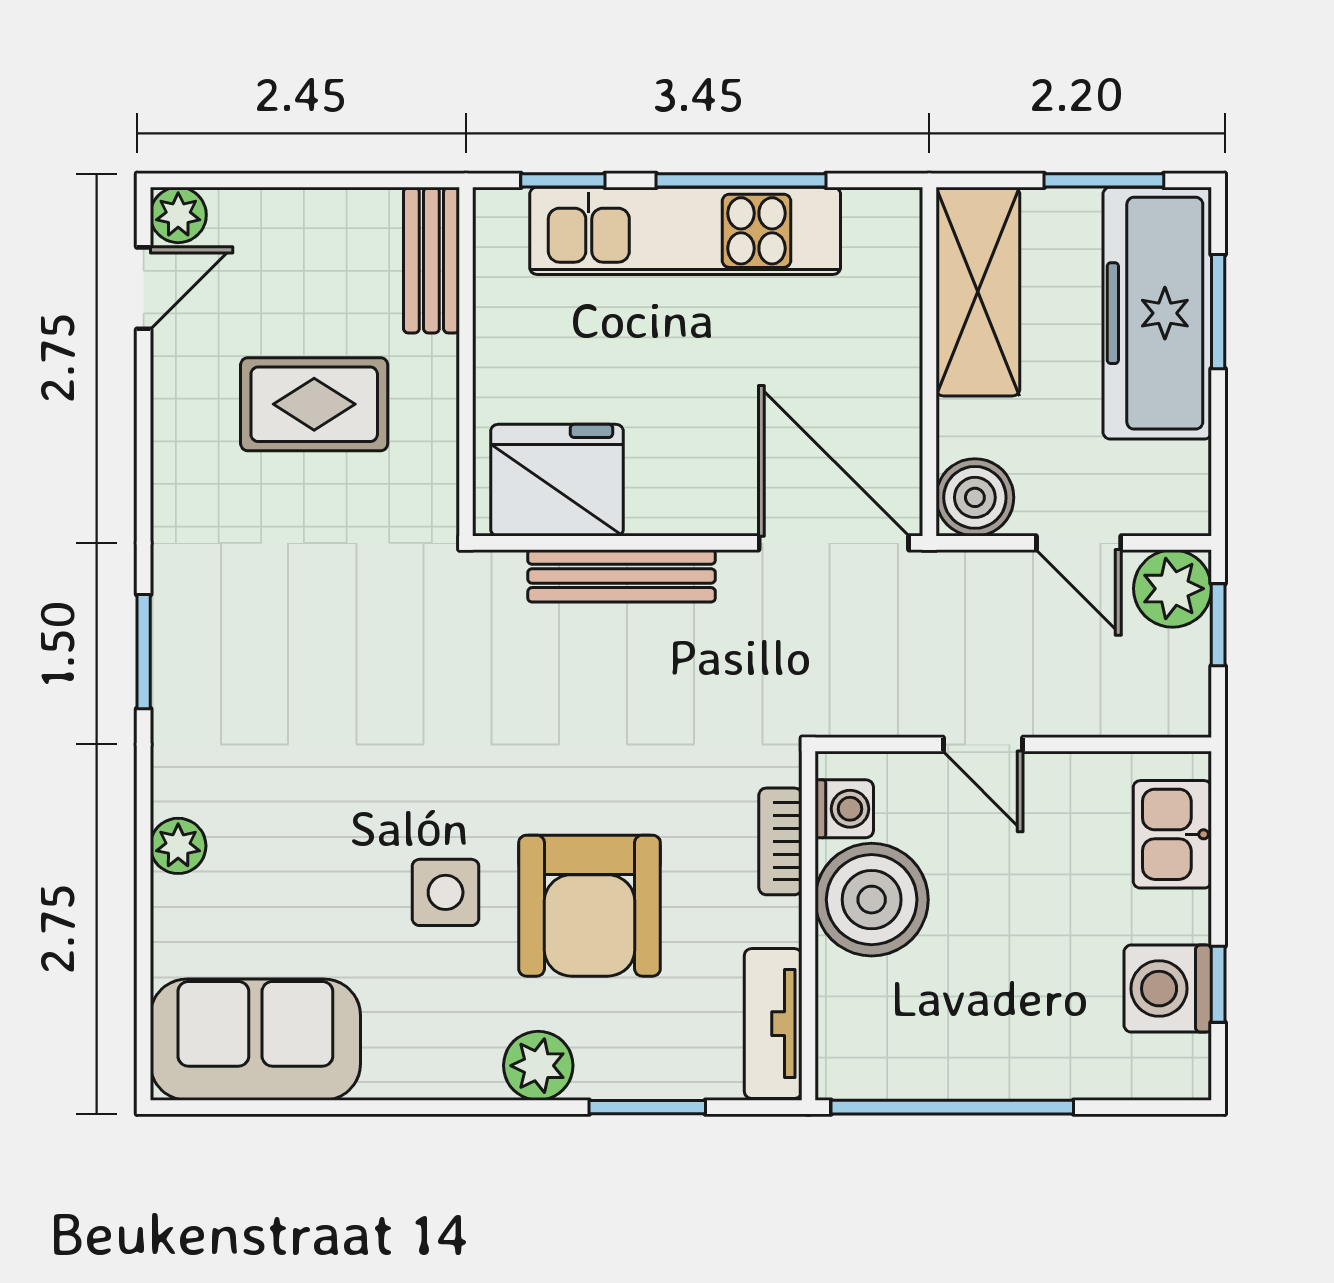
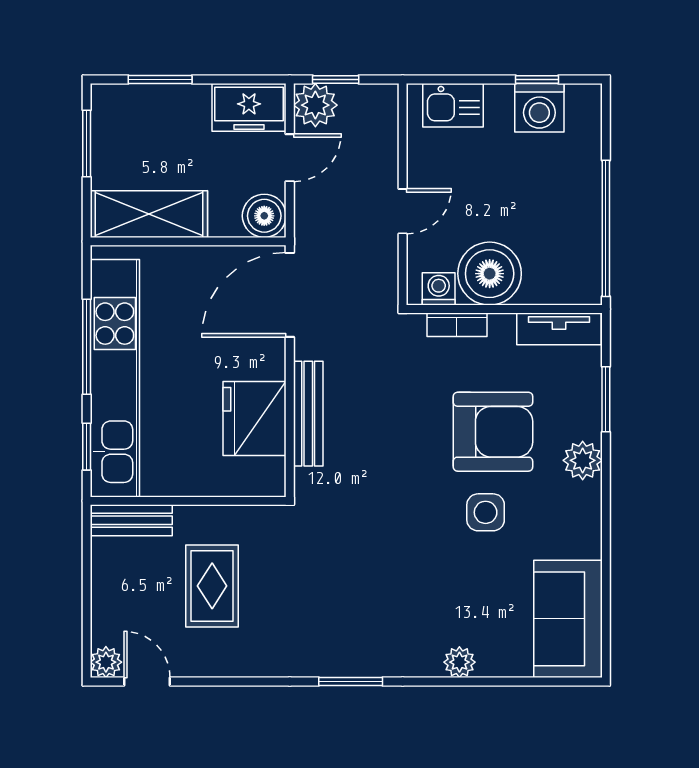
kitchen unit: (685, 231) -> (115, 378), width x1.36
freezer: (1157, 313) -> (249, 107), moved, width x0.52, depth x0.79
fridge: (557, 480) -> (255, 419), moved

